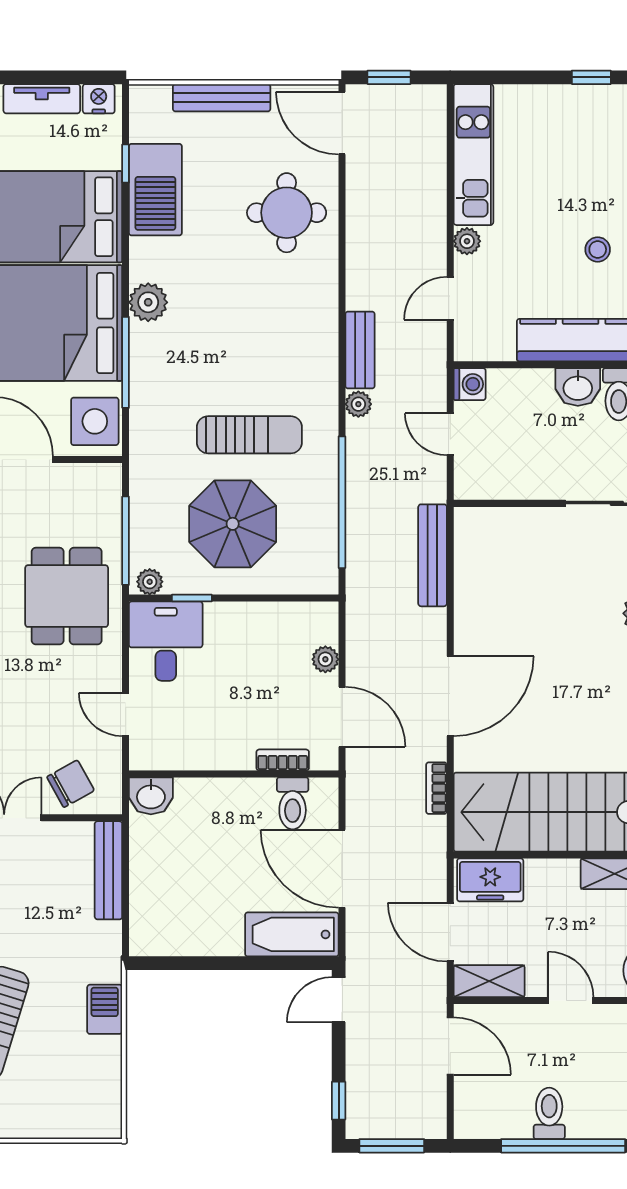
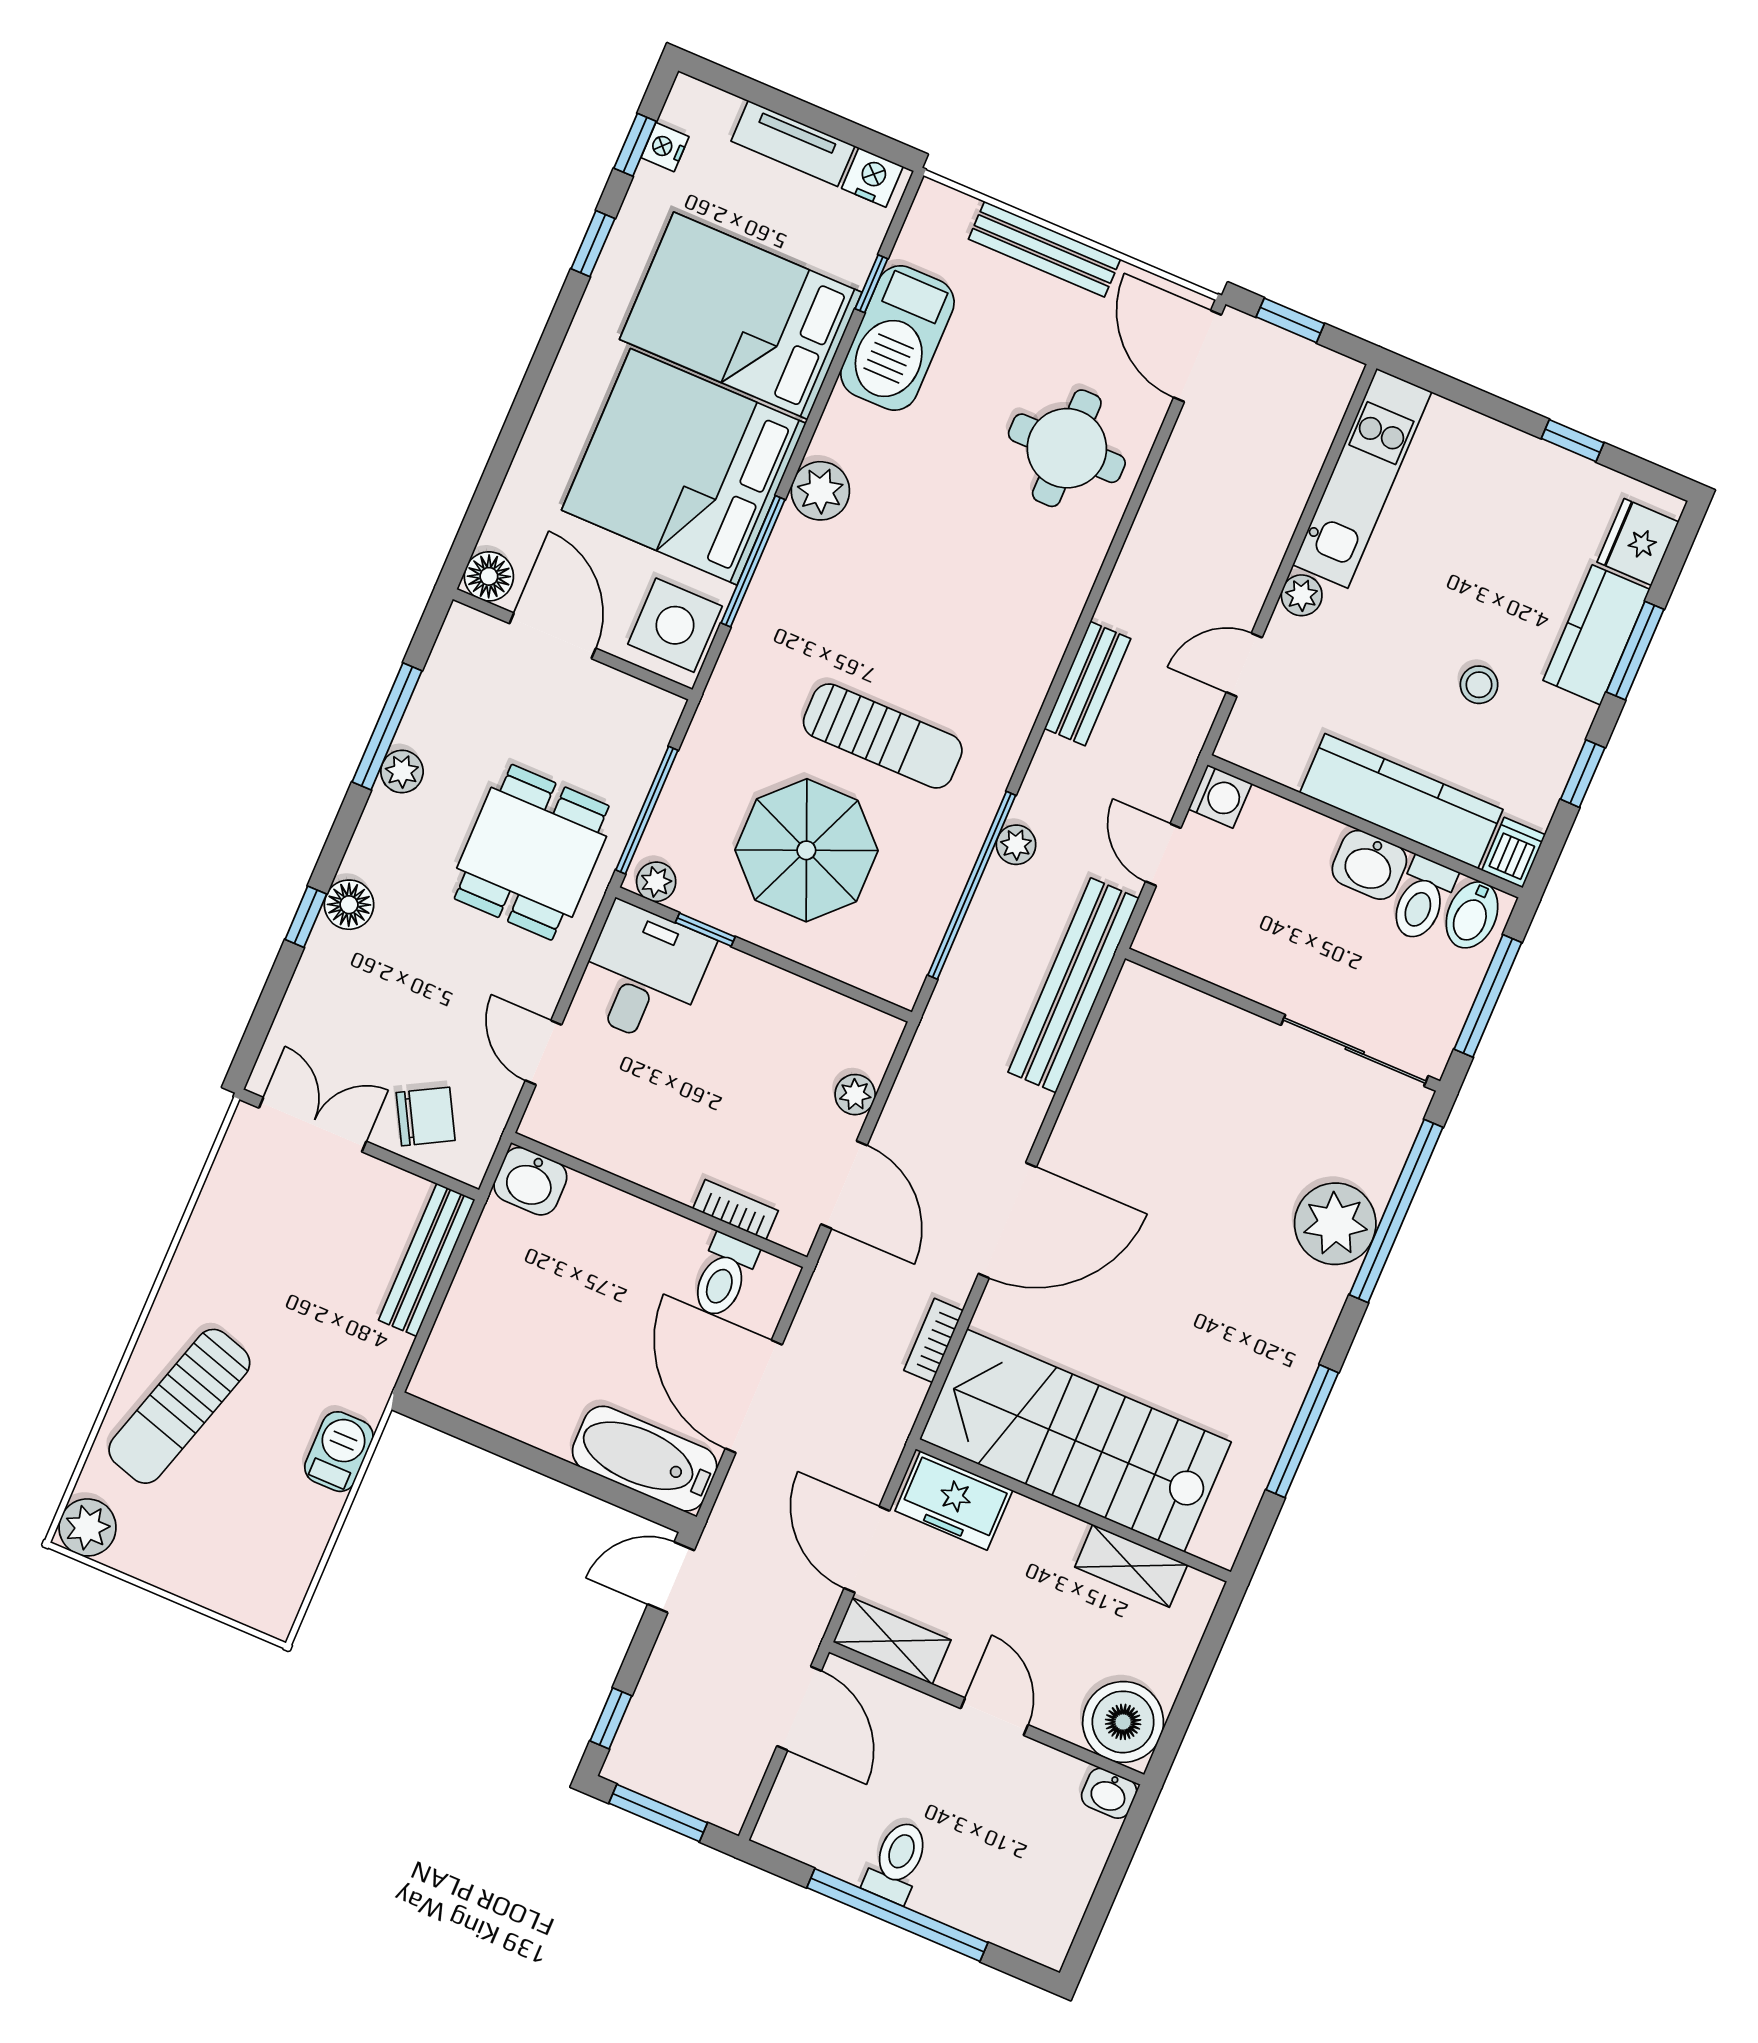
plant: (358, 404) -> (1016, 845), moved
bench: (433, 555) -> (1073, 985), width x1.37, depth x1.21

